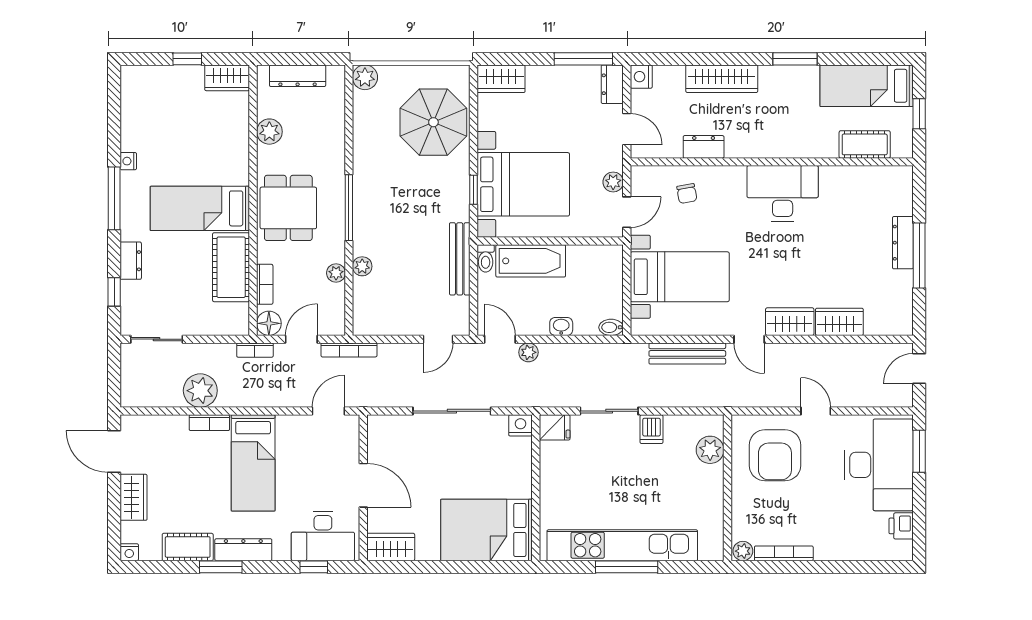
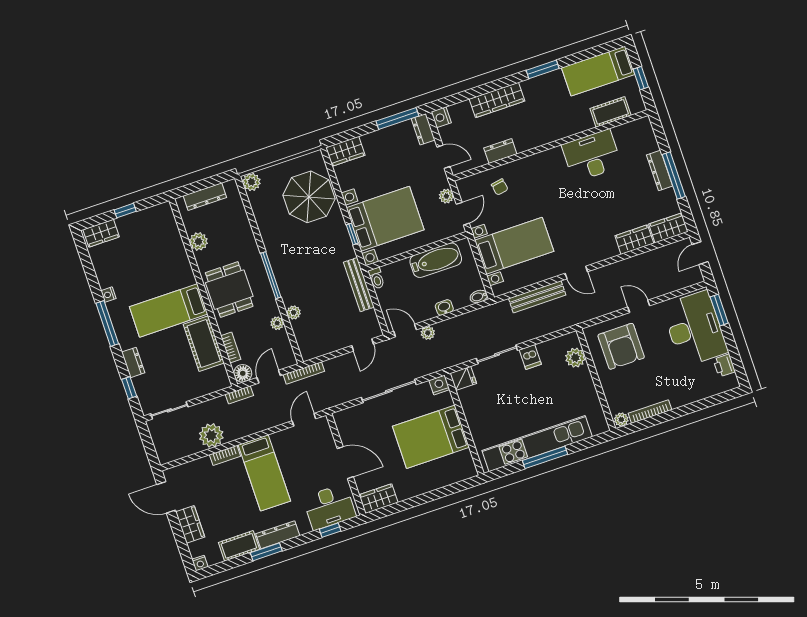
wardrobe: (227, 78) -> (101, 233), moved
desk: (783, 193) -> (592, 156), moved
bathtub: (531, 261) -> (436, 260), moved
wardrobe: (790, 322) -> (668, 228), moved
bed: (486, 530) -> (431, 437), moved

